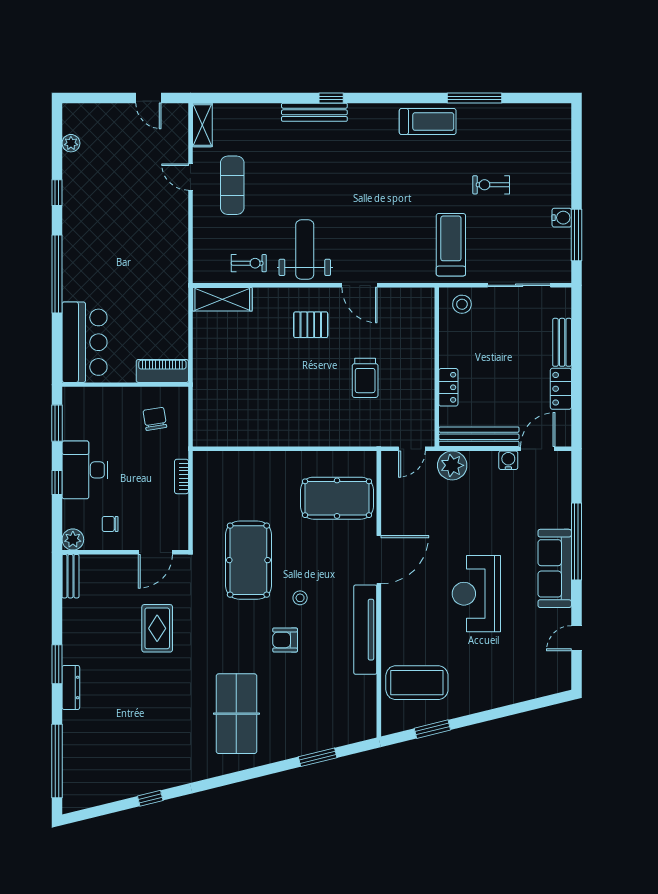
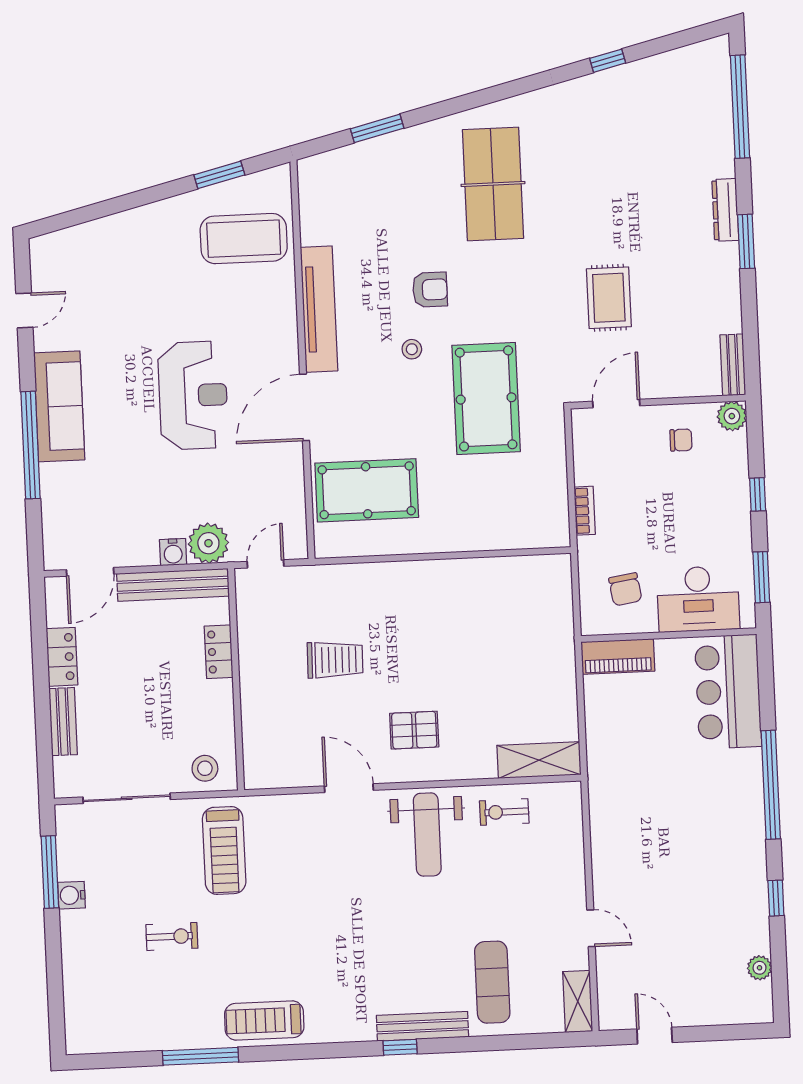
exercise mat: (232, 185) -> (492, 982), moved
trolley: (365, 378) -> (335, 660), turned 91
water cooler: (508, 460) -> (173, 552), moved
desk: (85, 470) -> (698, 599), moved, turned 90
reception desk: (476, 594) -> (193, 395), moved

